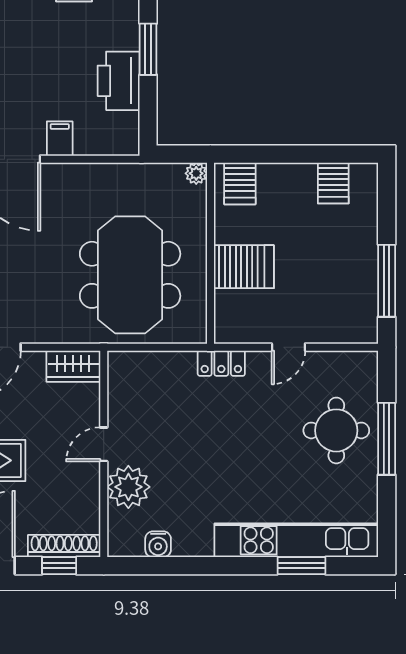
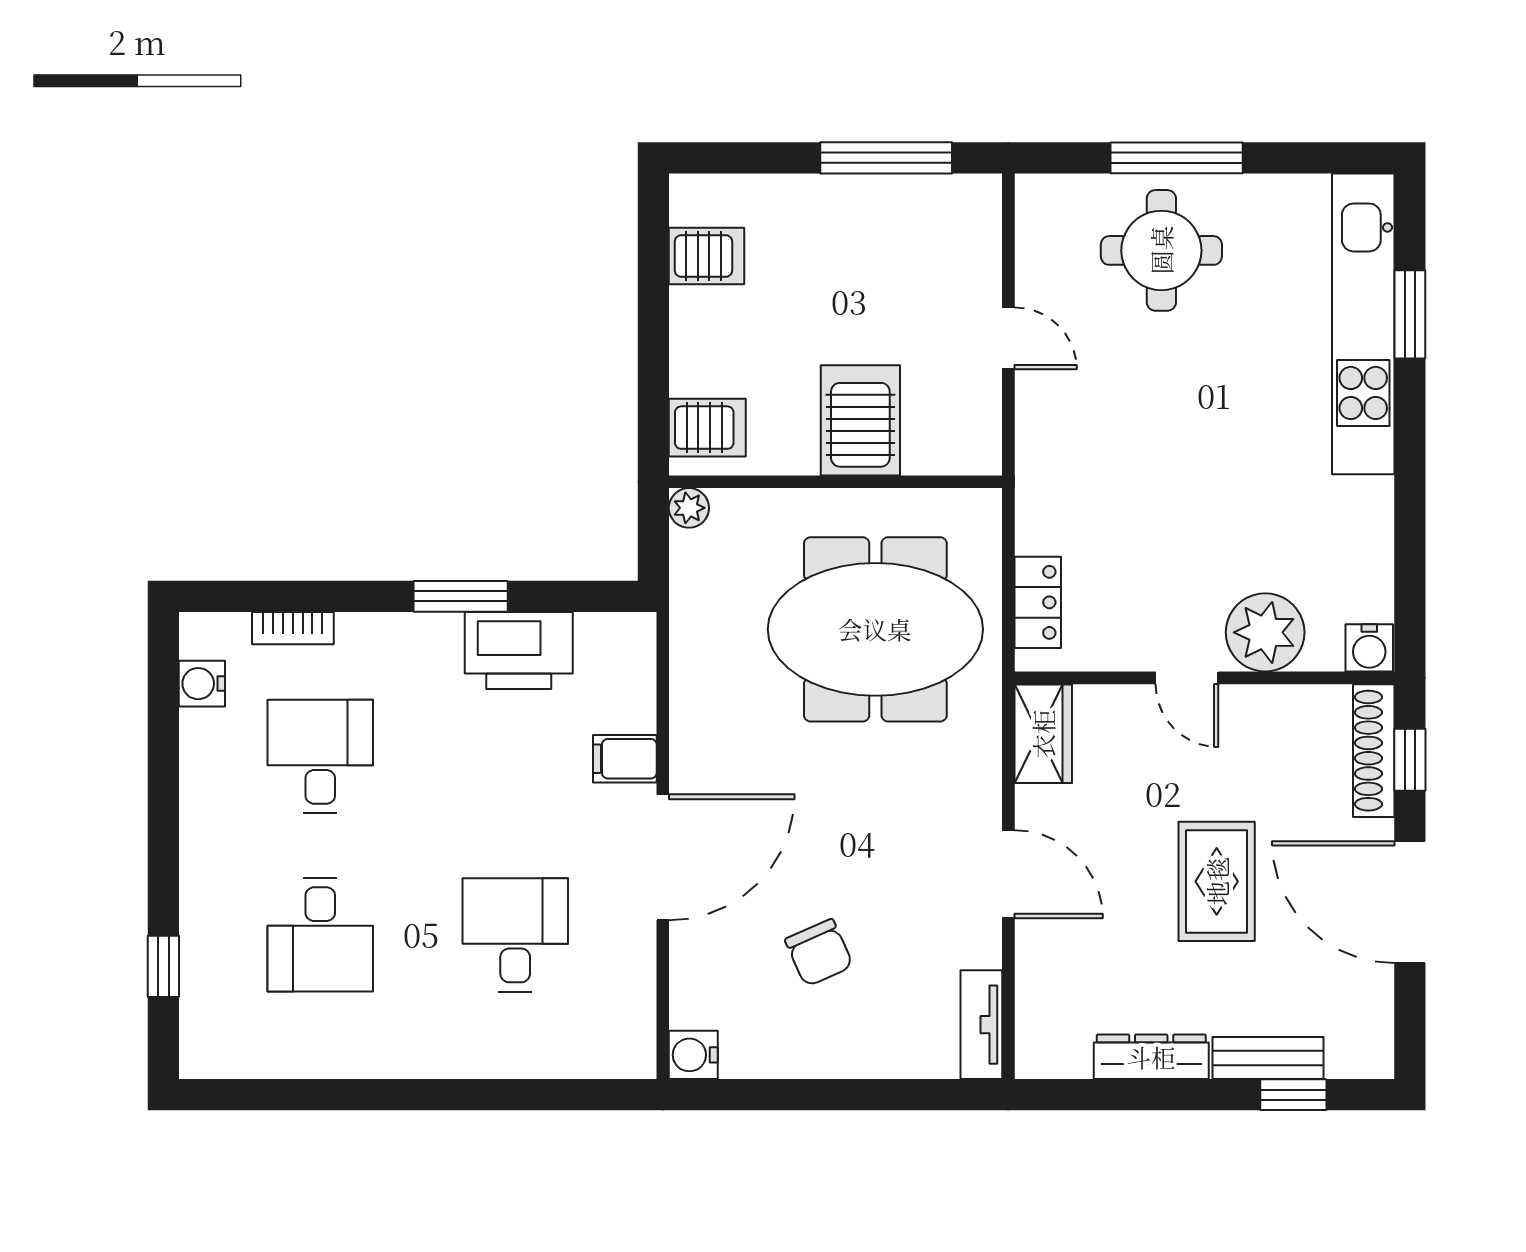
locker: (221, 363) -> (1038, 602), moved
water cooler: (158, 544) -> (1369, 648), moved, turned 90

